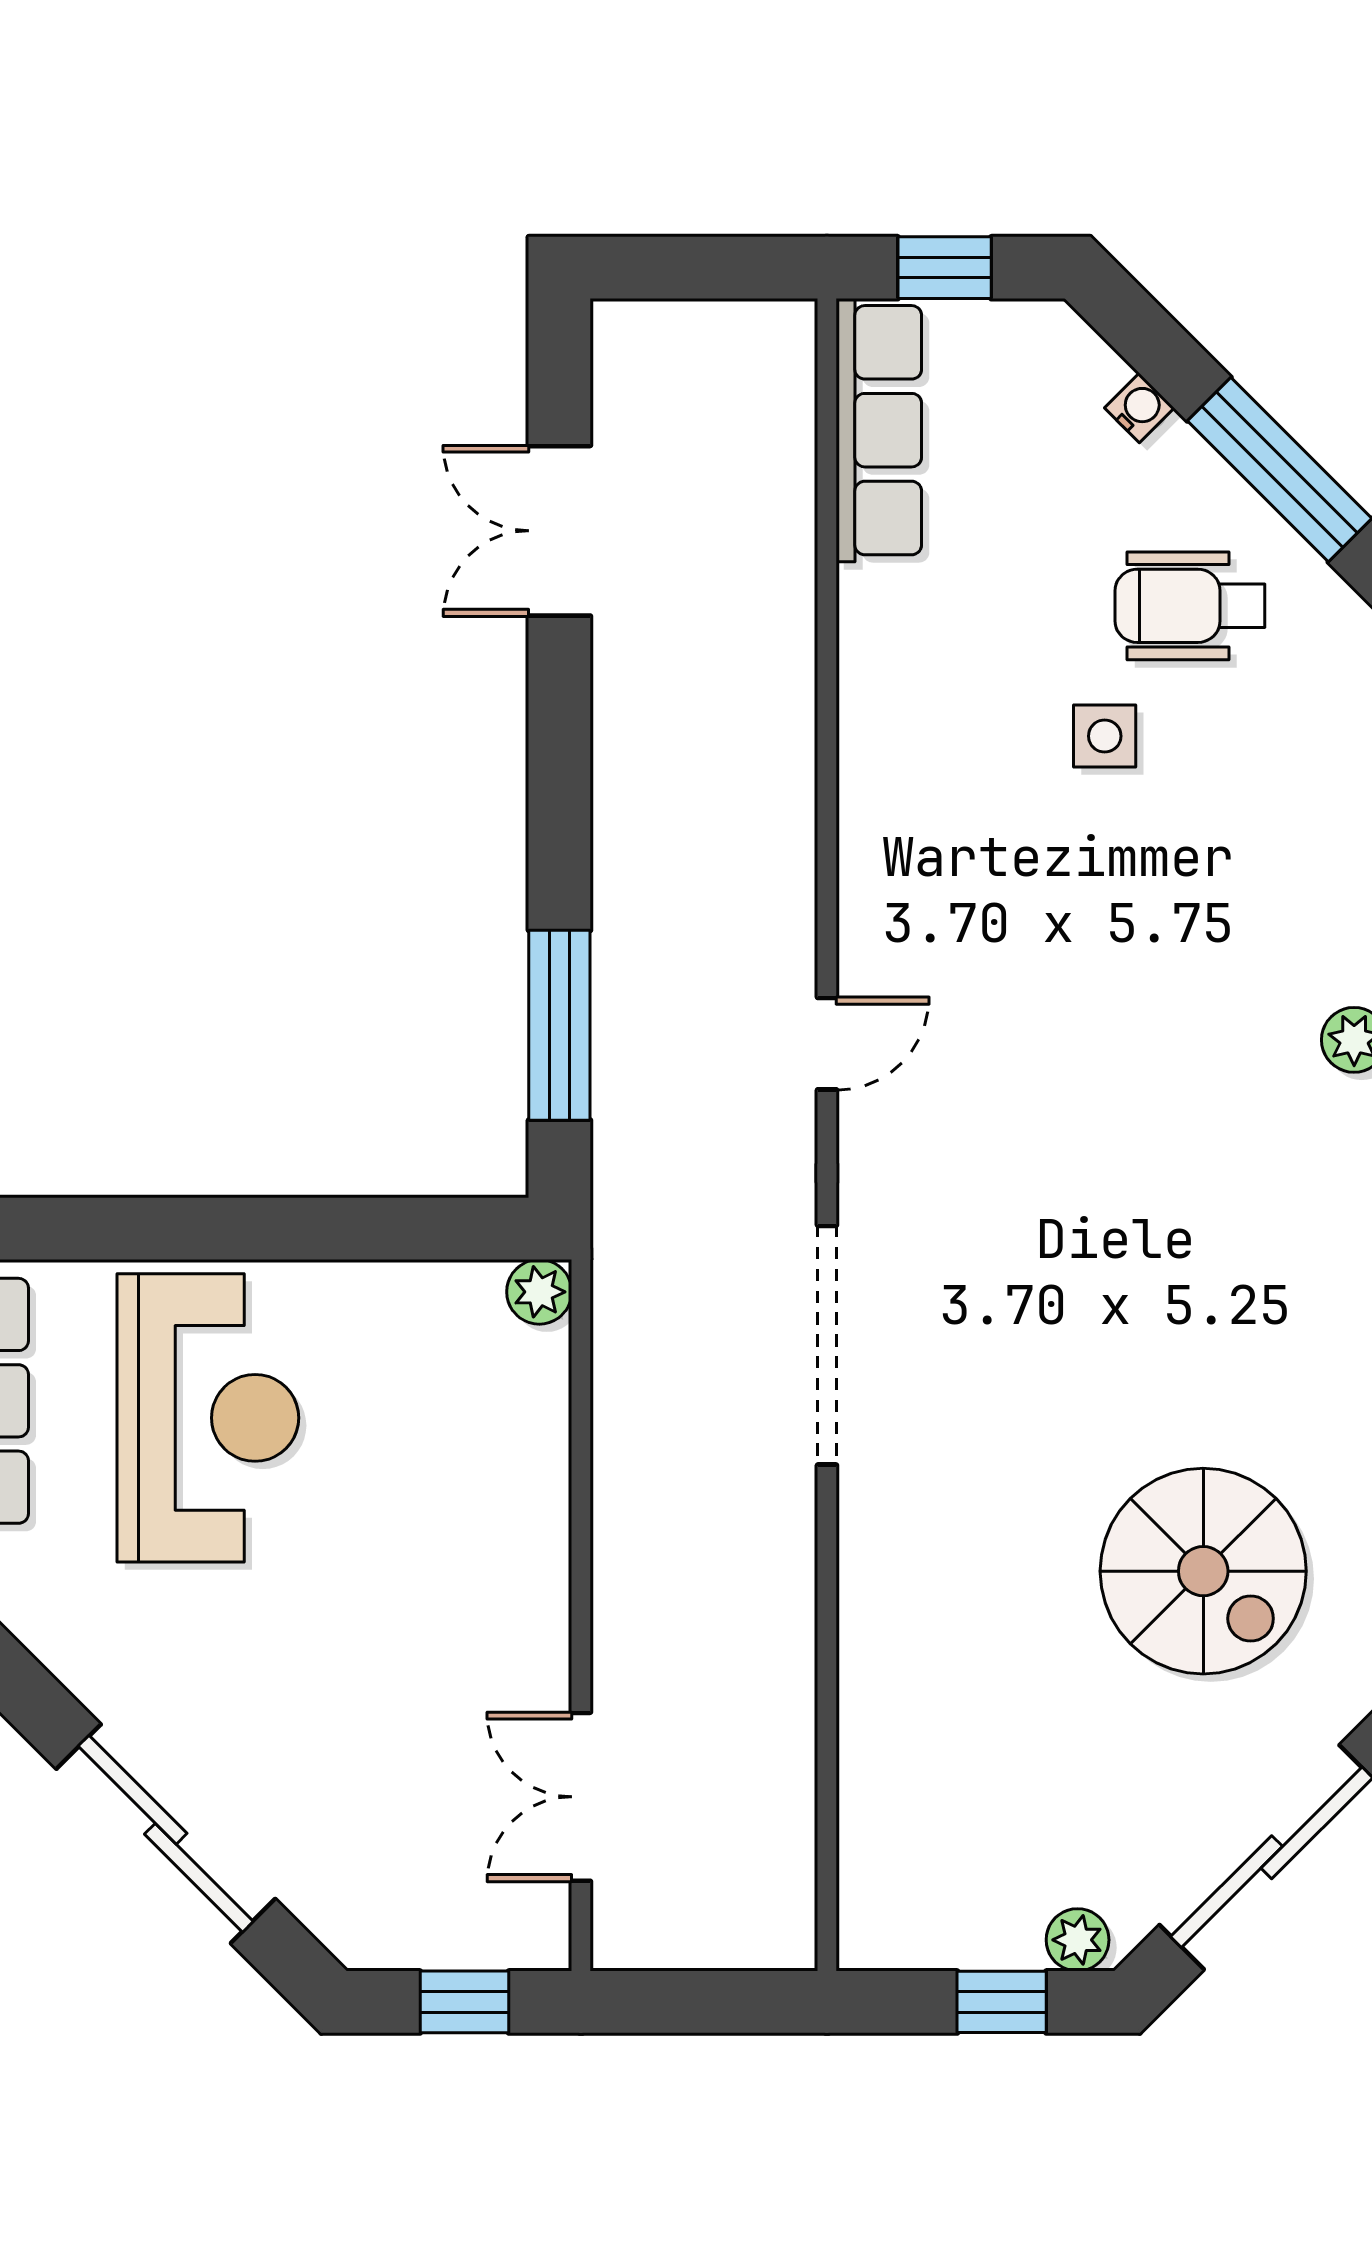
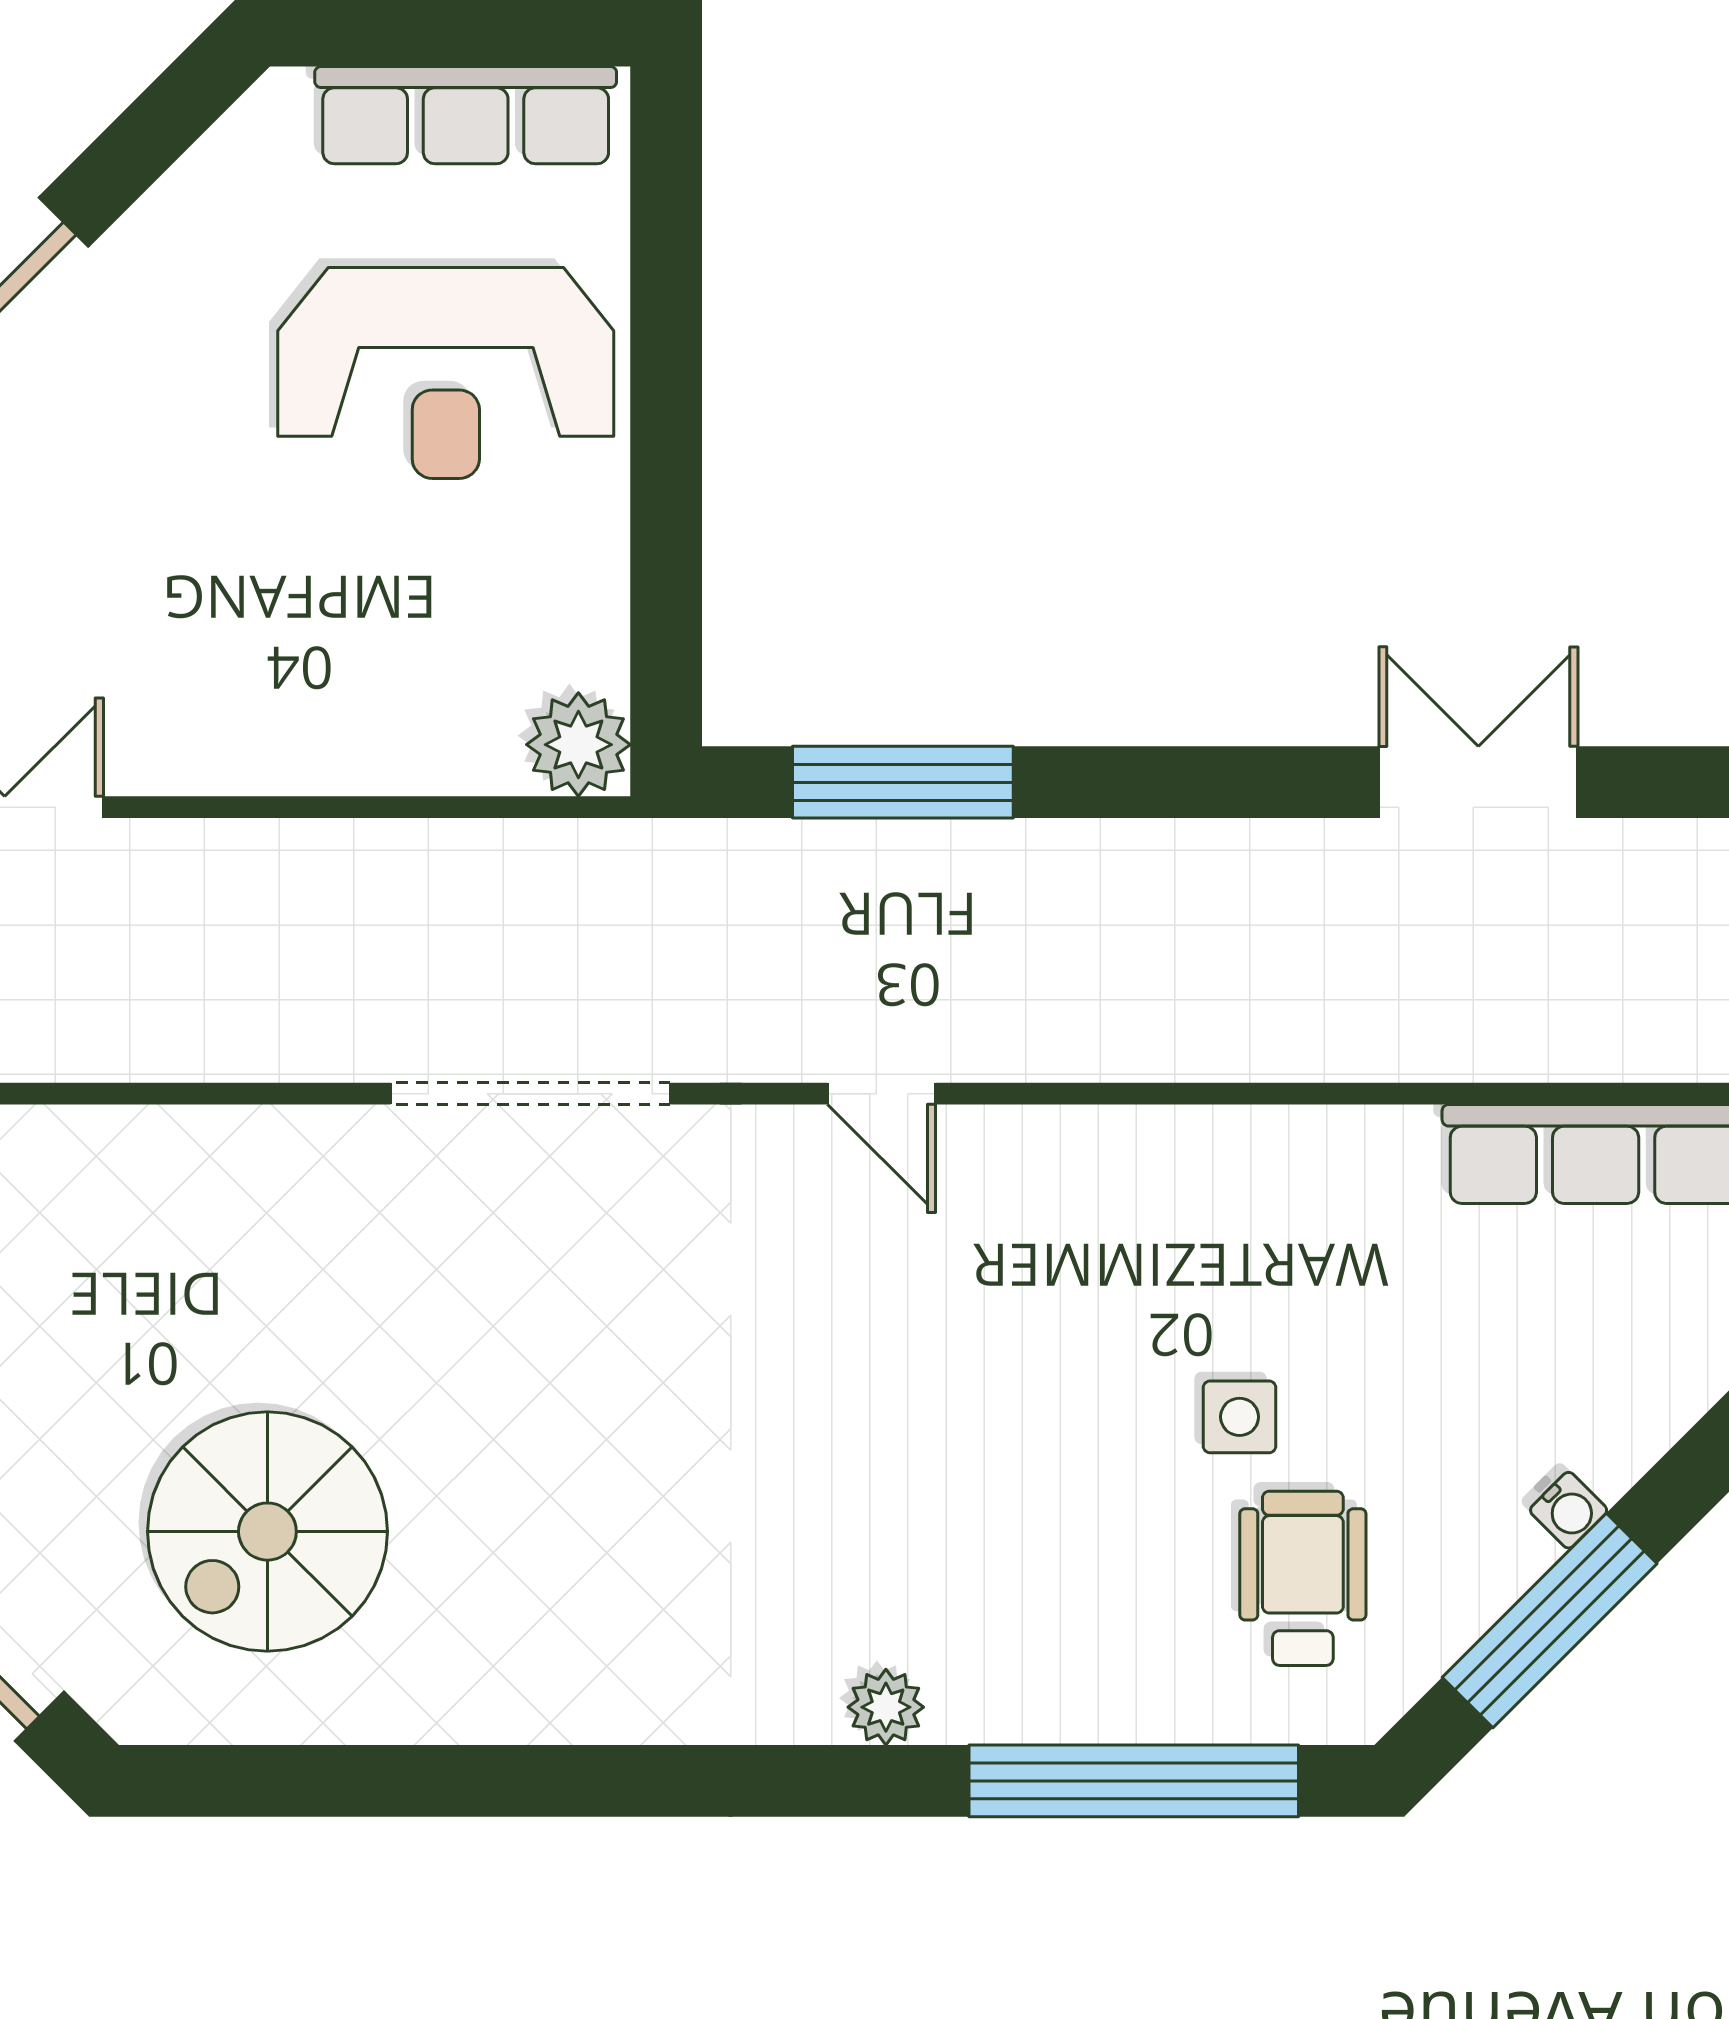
water cooler: (1139, 408) -> (1569, 1510), moved
wheelchair: (1190, 606) -> (1303, 1578), moved
plant: (539, 1292) -> (578, 745), width x1.38, depth x1.38

